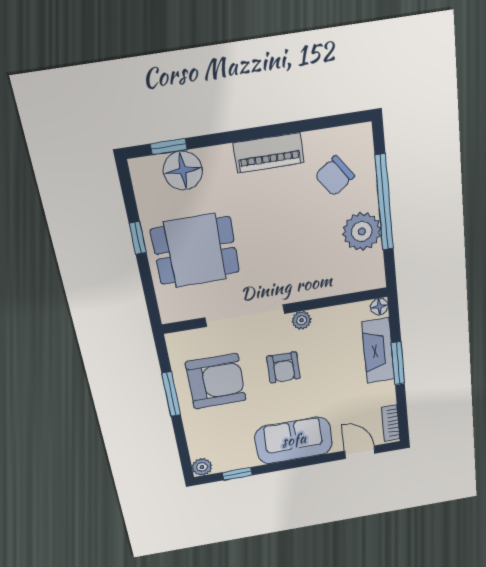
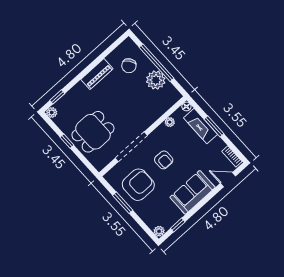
plant: (141, 169) -> (52, 113), added
floor lamp: (183, 170) -> (68, 103), removed
plant: (302, 320) -> (170, 122), moved

